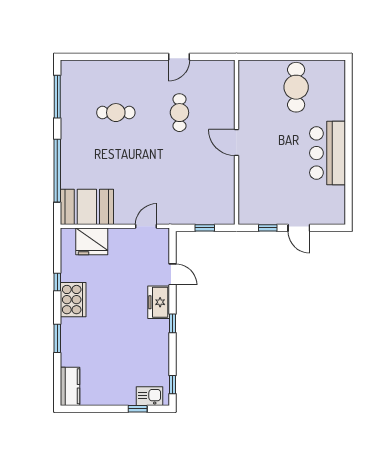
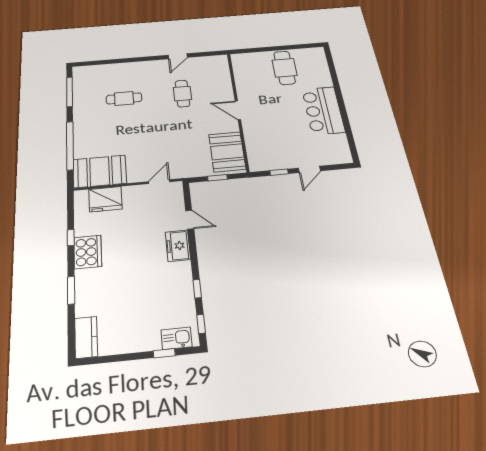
booth: (219, 197) -> (227, 152), added
door: (299, 228) -> (309, 169), hinge flipped
window: (172, 323) -> (197, 289), moved

